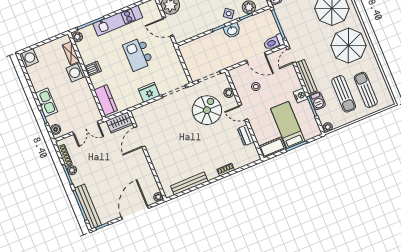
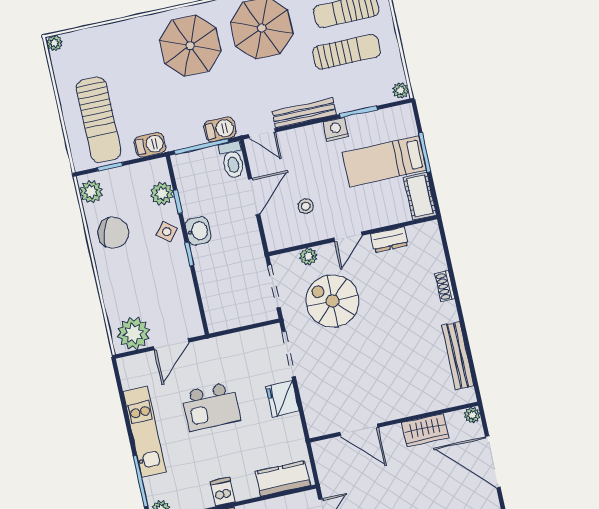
barbecue: (317, 101) -> (220, 129), moved
wardrobe: (120, 122) -> (425, 430), moved, turned 90

